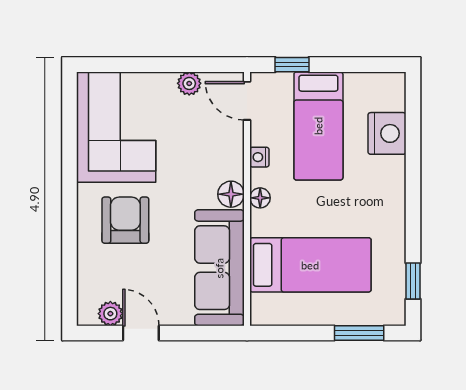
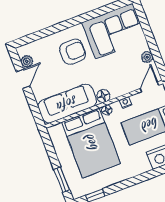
bed: (310, 265) -> (91, 143), width x1.50

